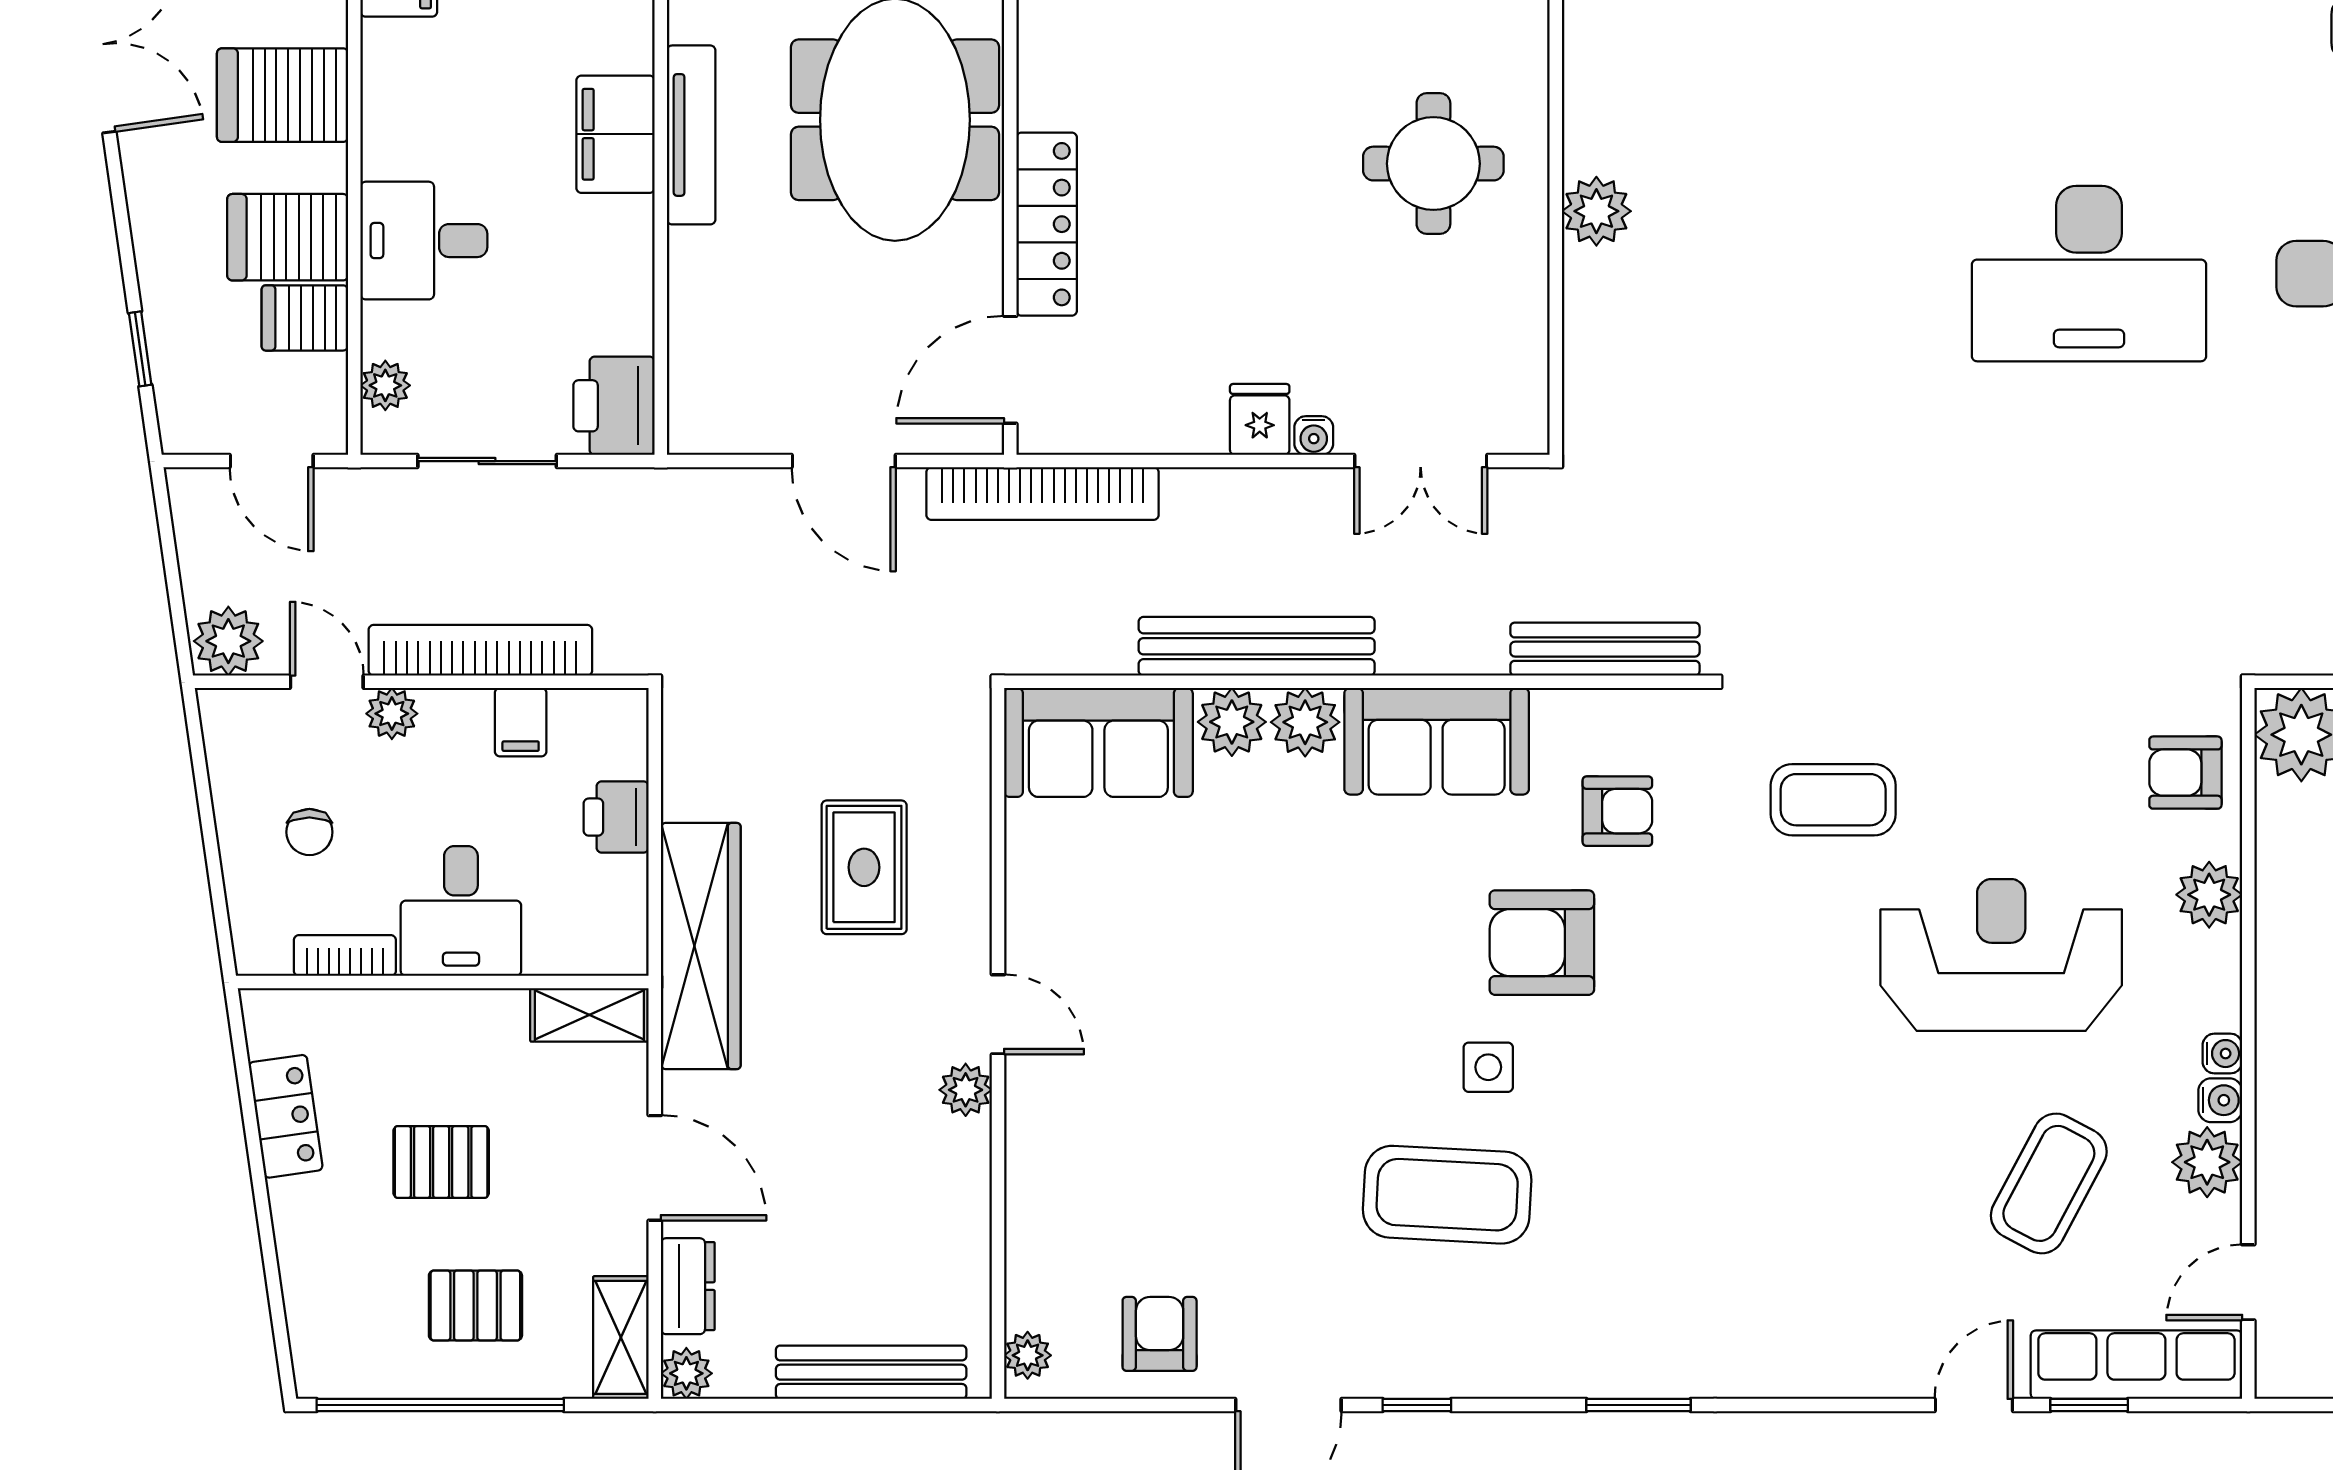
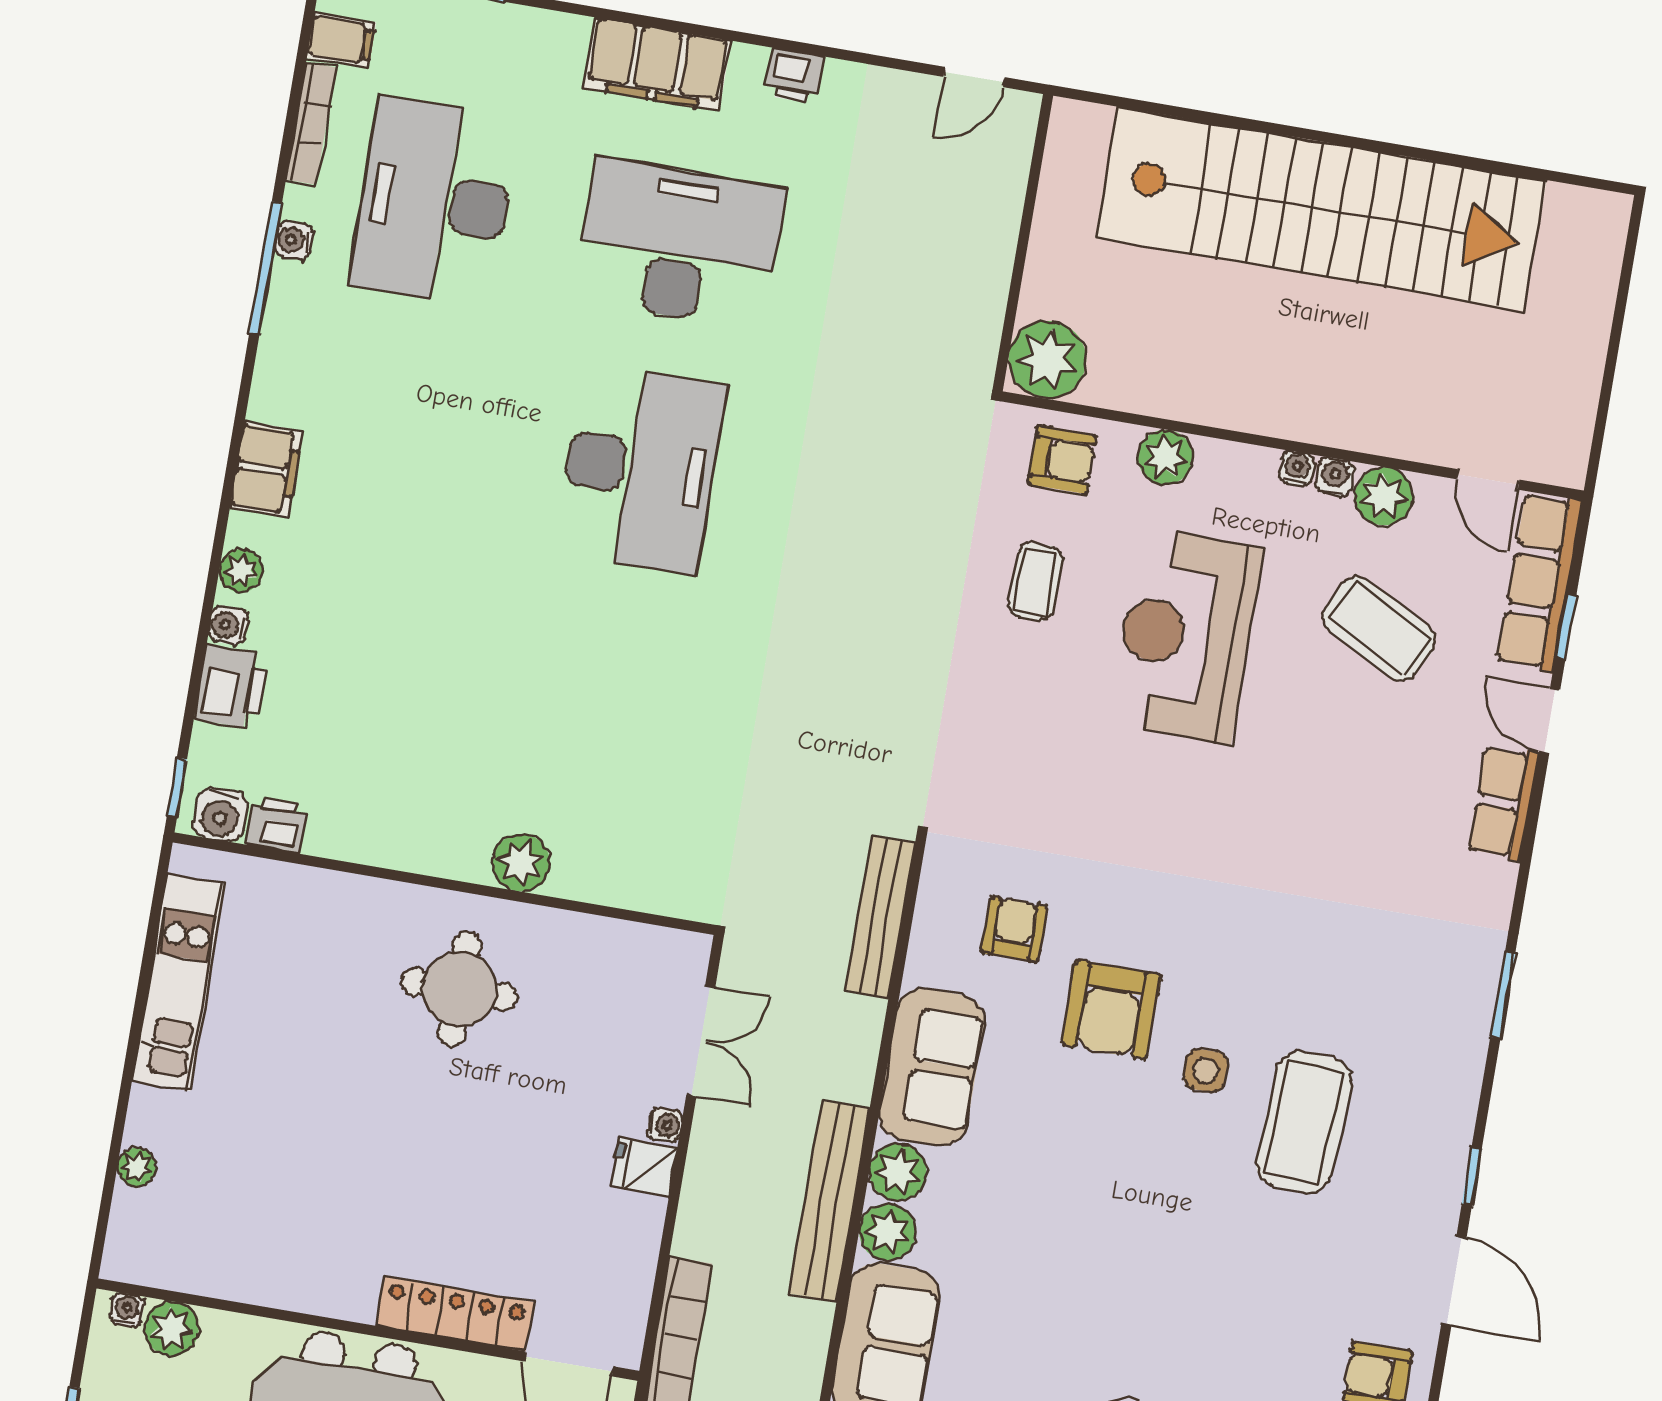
armchair: (2185, 773) -> (1062, 460), turned -90
coffee table: (1833, 800) -> (1036, 582), moved, width x0.73, depth x0.77
row of seats: (1867, 1367) -> (1503, 803), added

